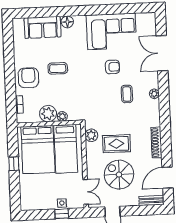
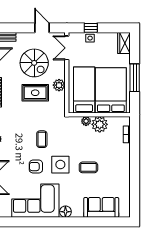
floor lamp: (67, 22) -> (65, 212), moved
side table: (87, 70) -> (60, 165), added
armchair: (28, 78) -> (117, 160), removed
coffee table: (127, 94) -> (42, 139), moved
plant: (91, 135) -> (59, 85), moved
window: (14, 164) -> (135, 78), width x2.17
wardrobe: (26, 199) -> (124, 43), added

